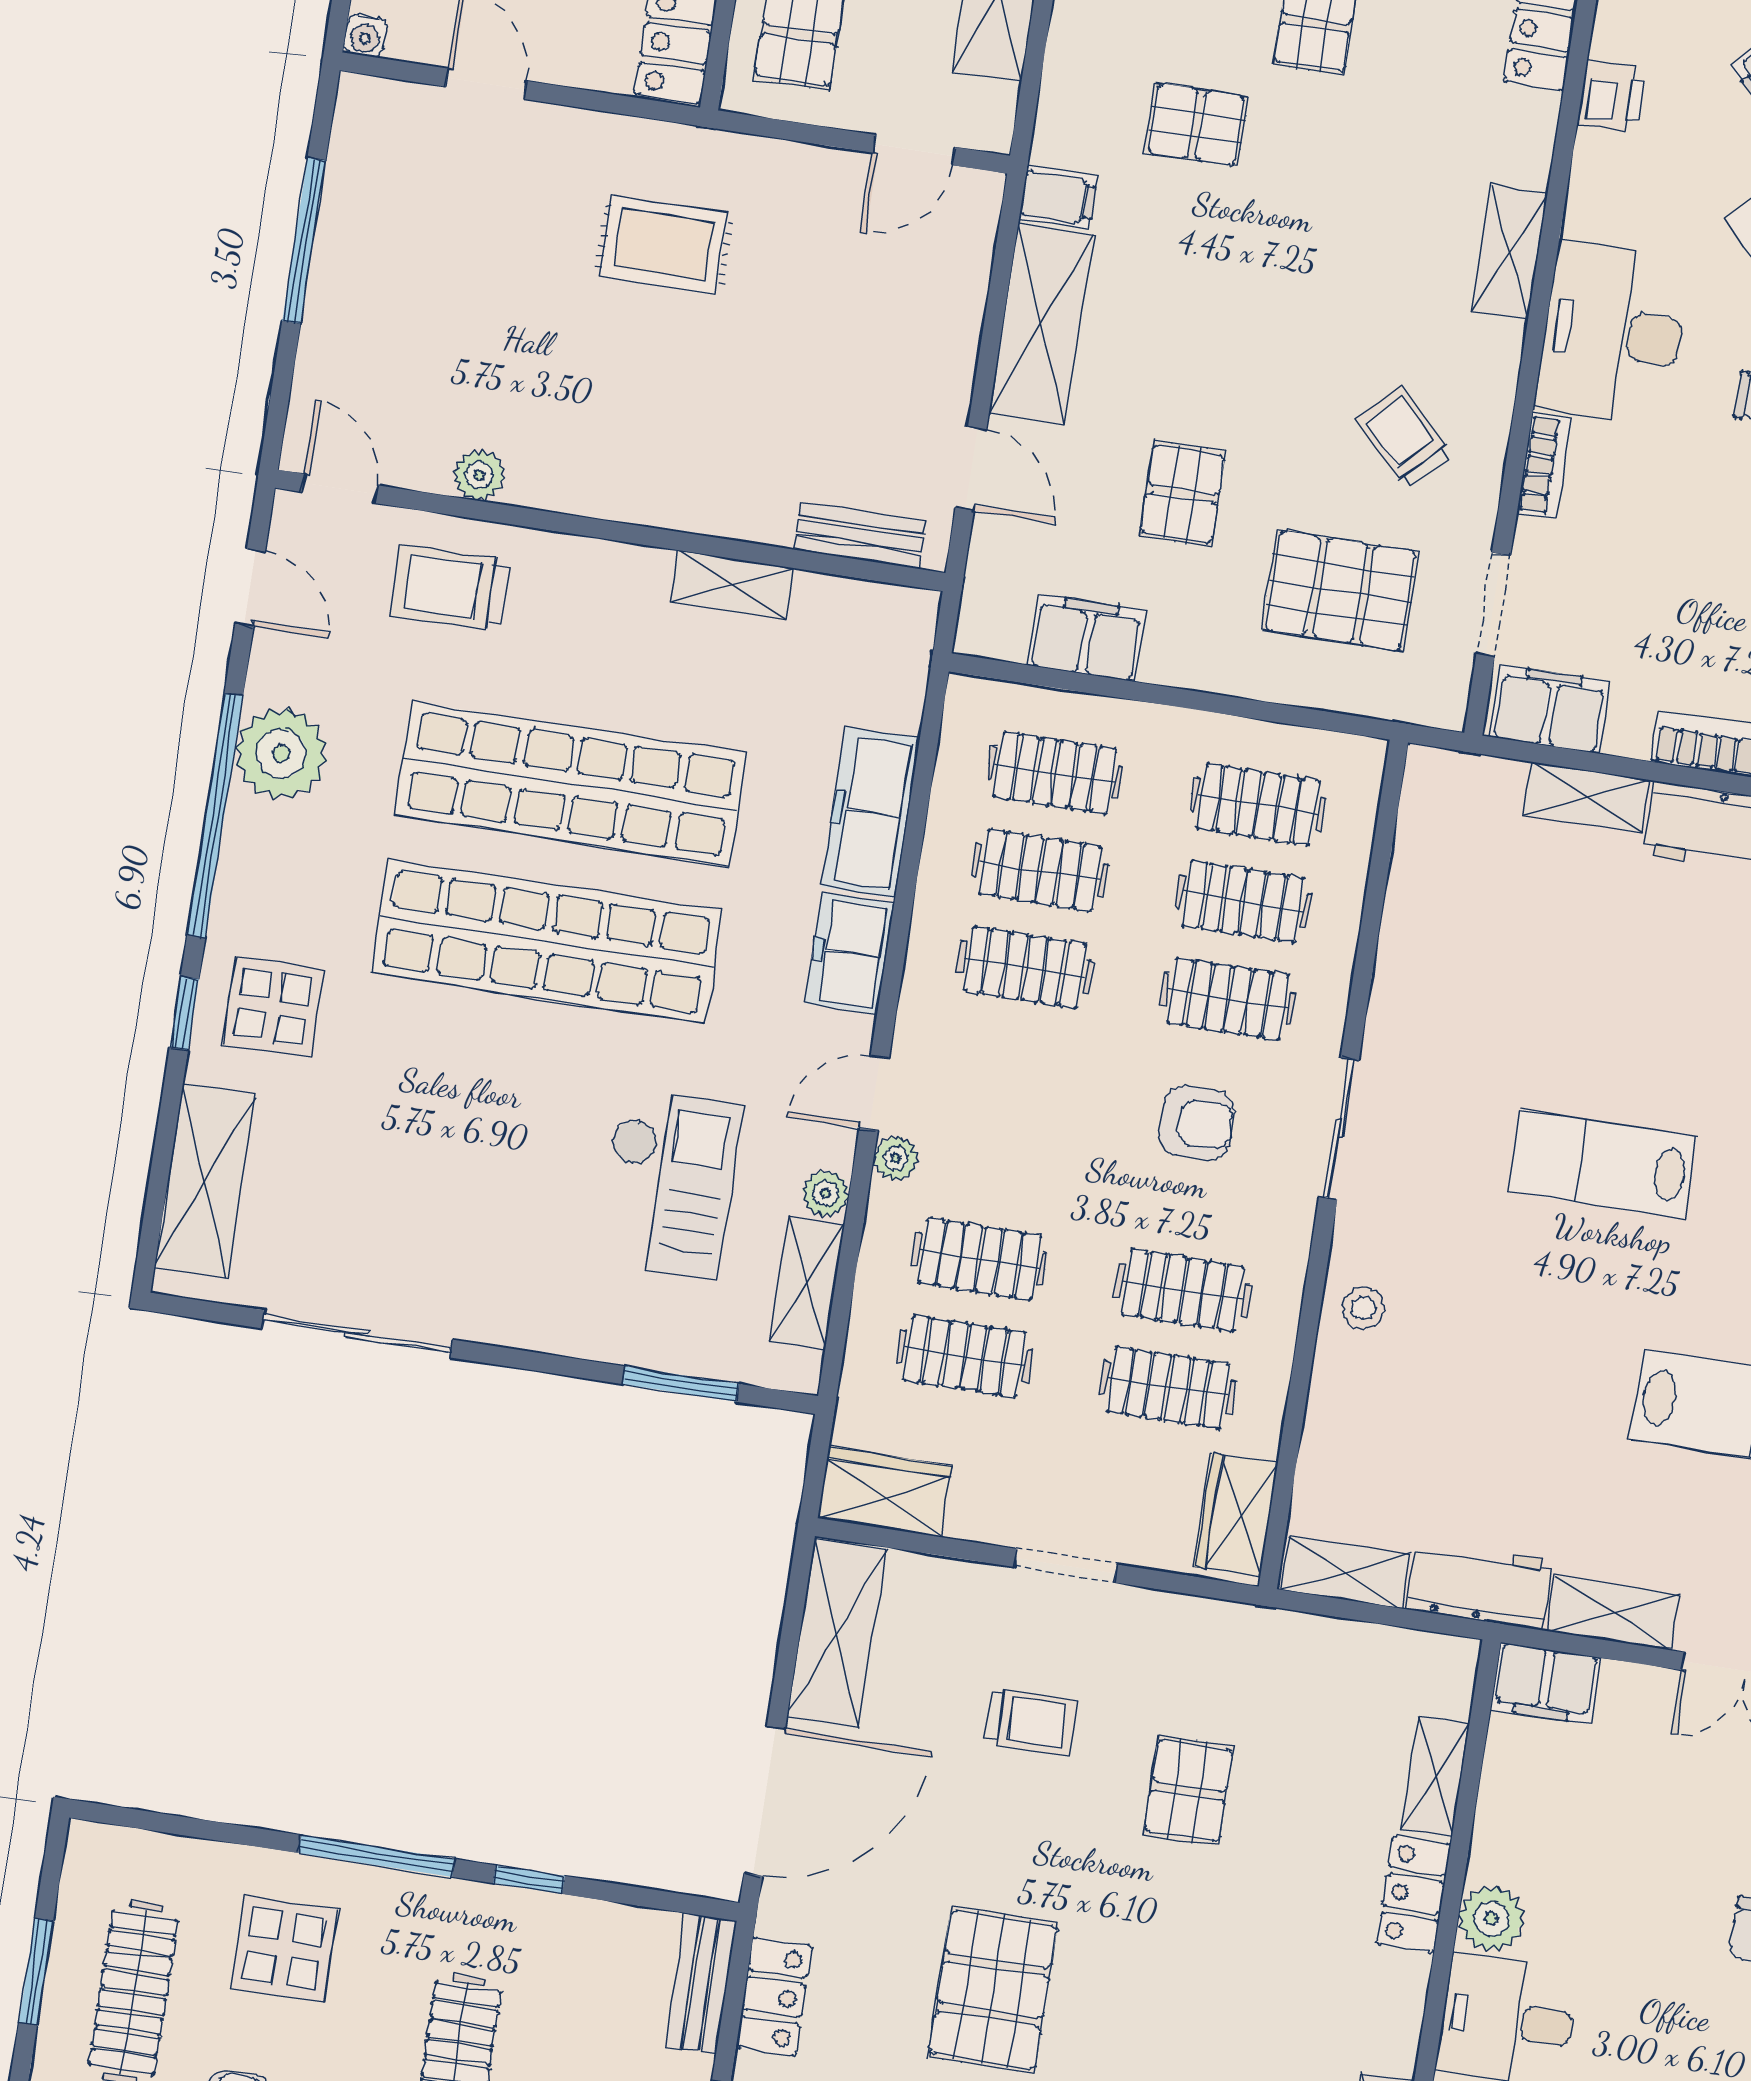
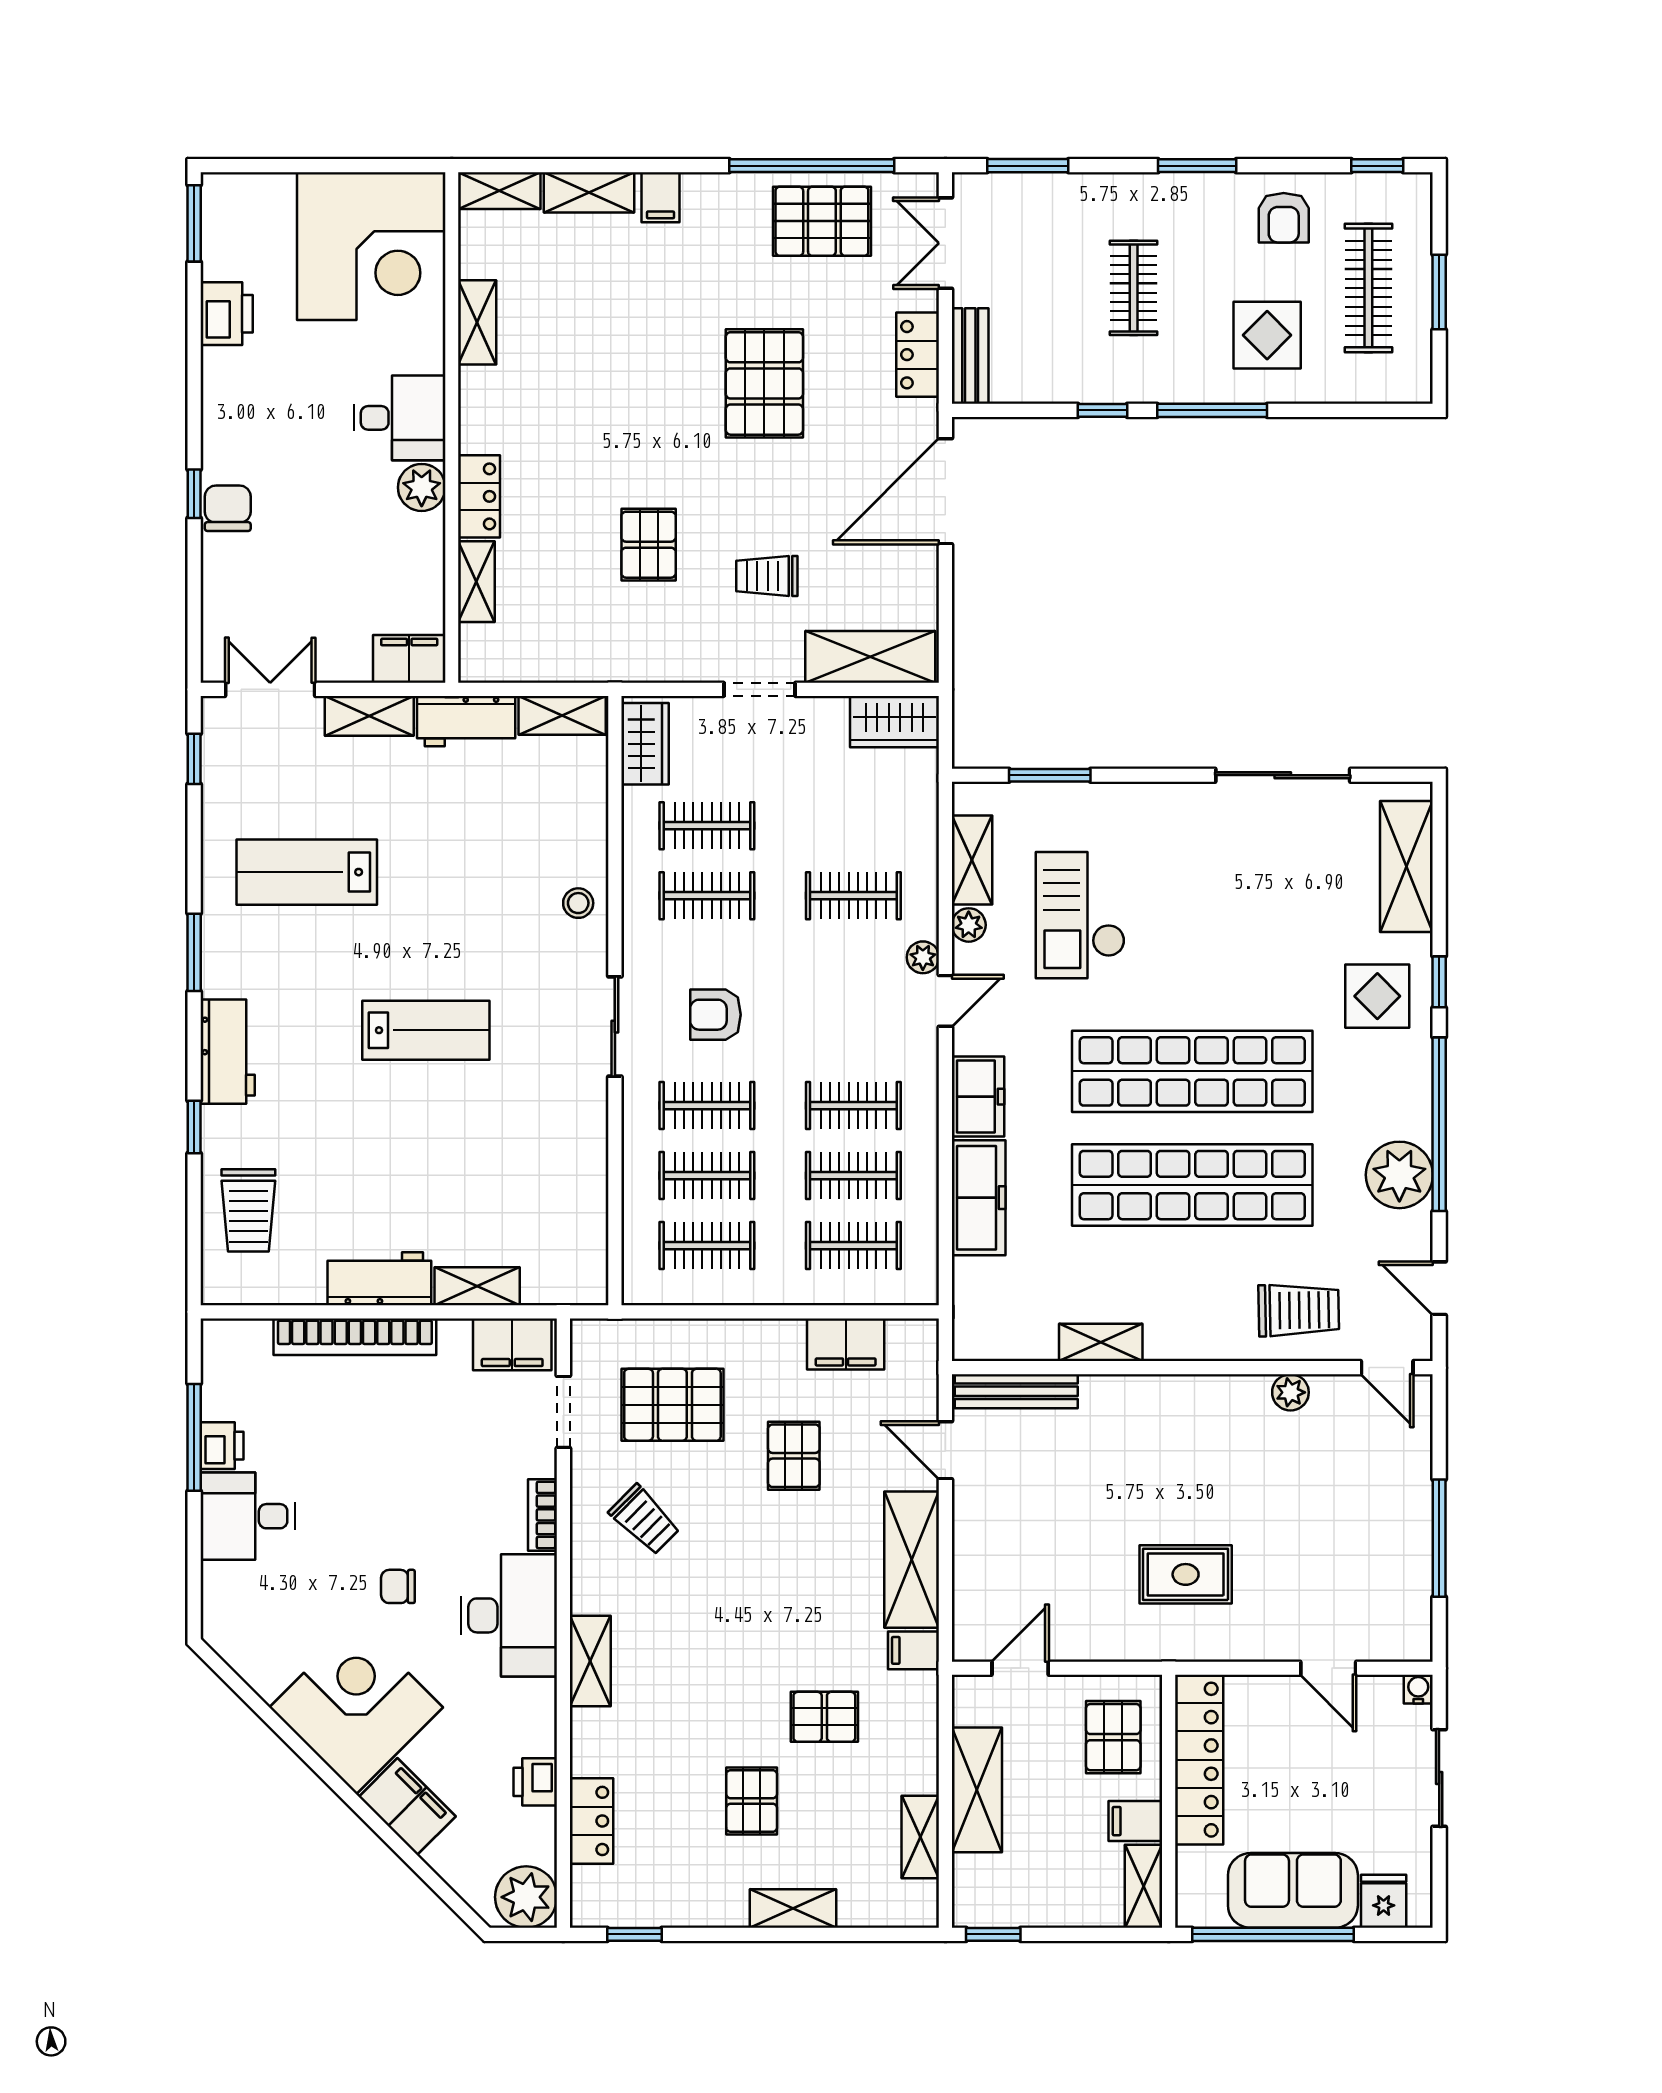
bench: (860, 535) -> (1016, 1391), width x1.36
clothes rail: (964, 1356) -> (853, 826), removed
shelving: (837, 1633) -> (870, 657), moved, turned 90

